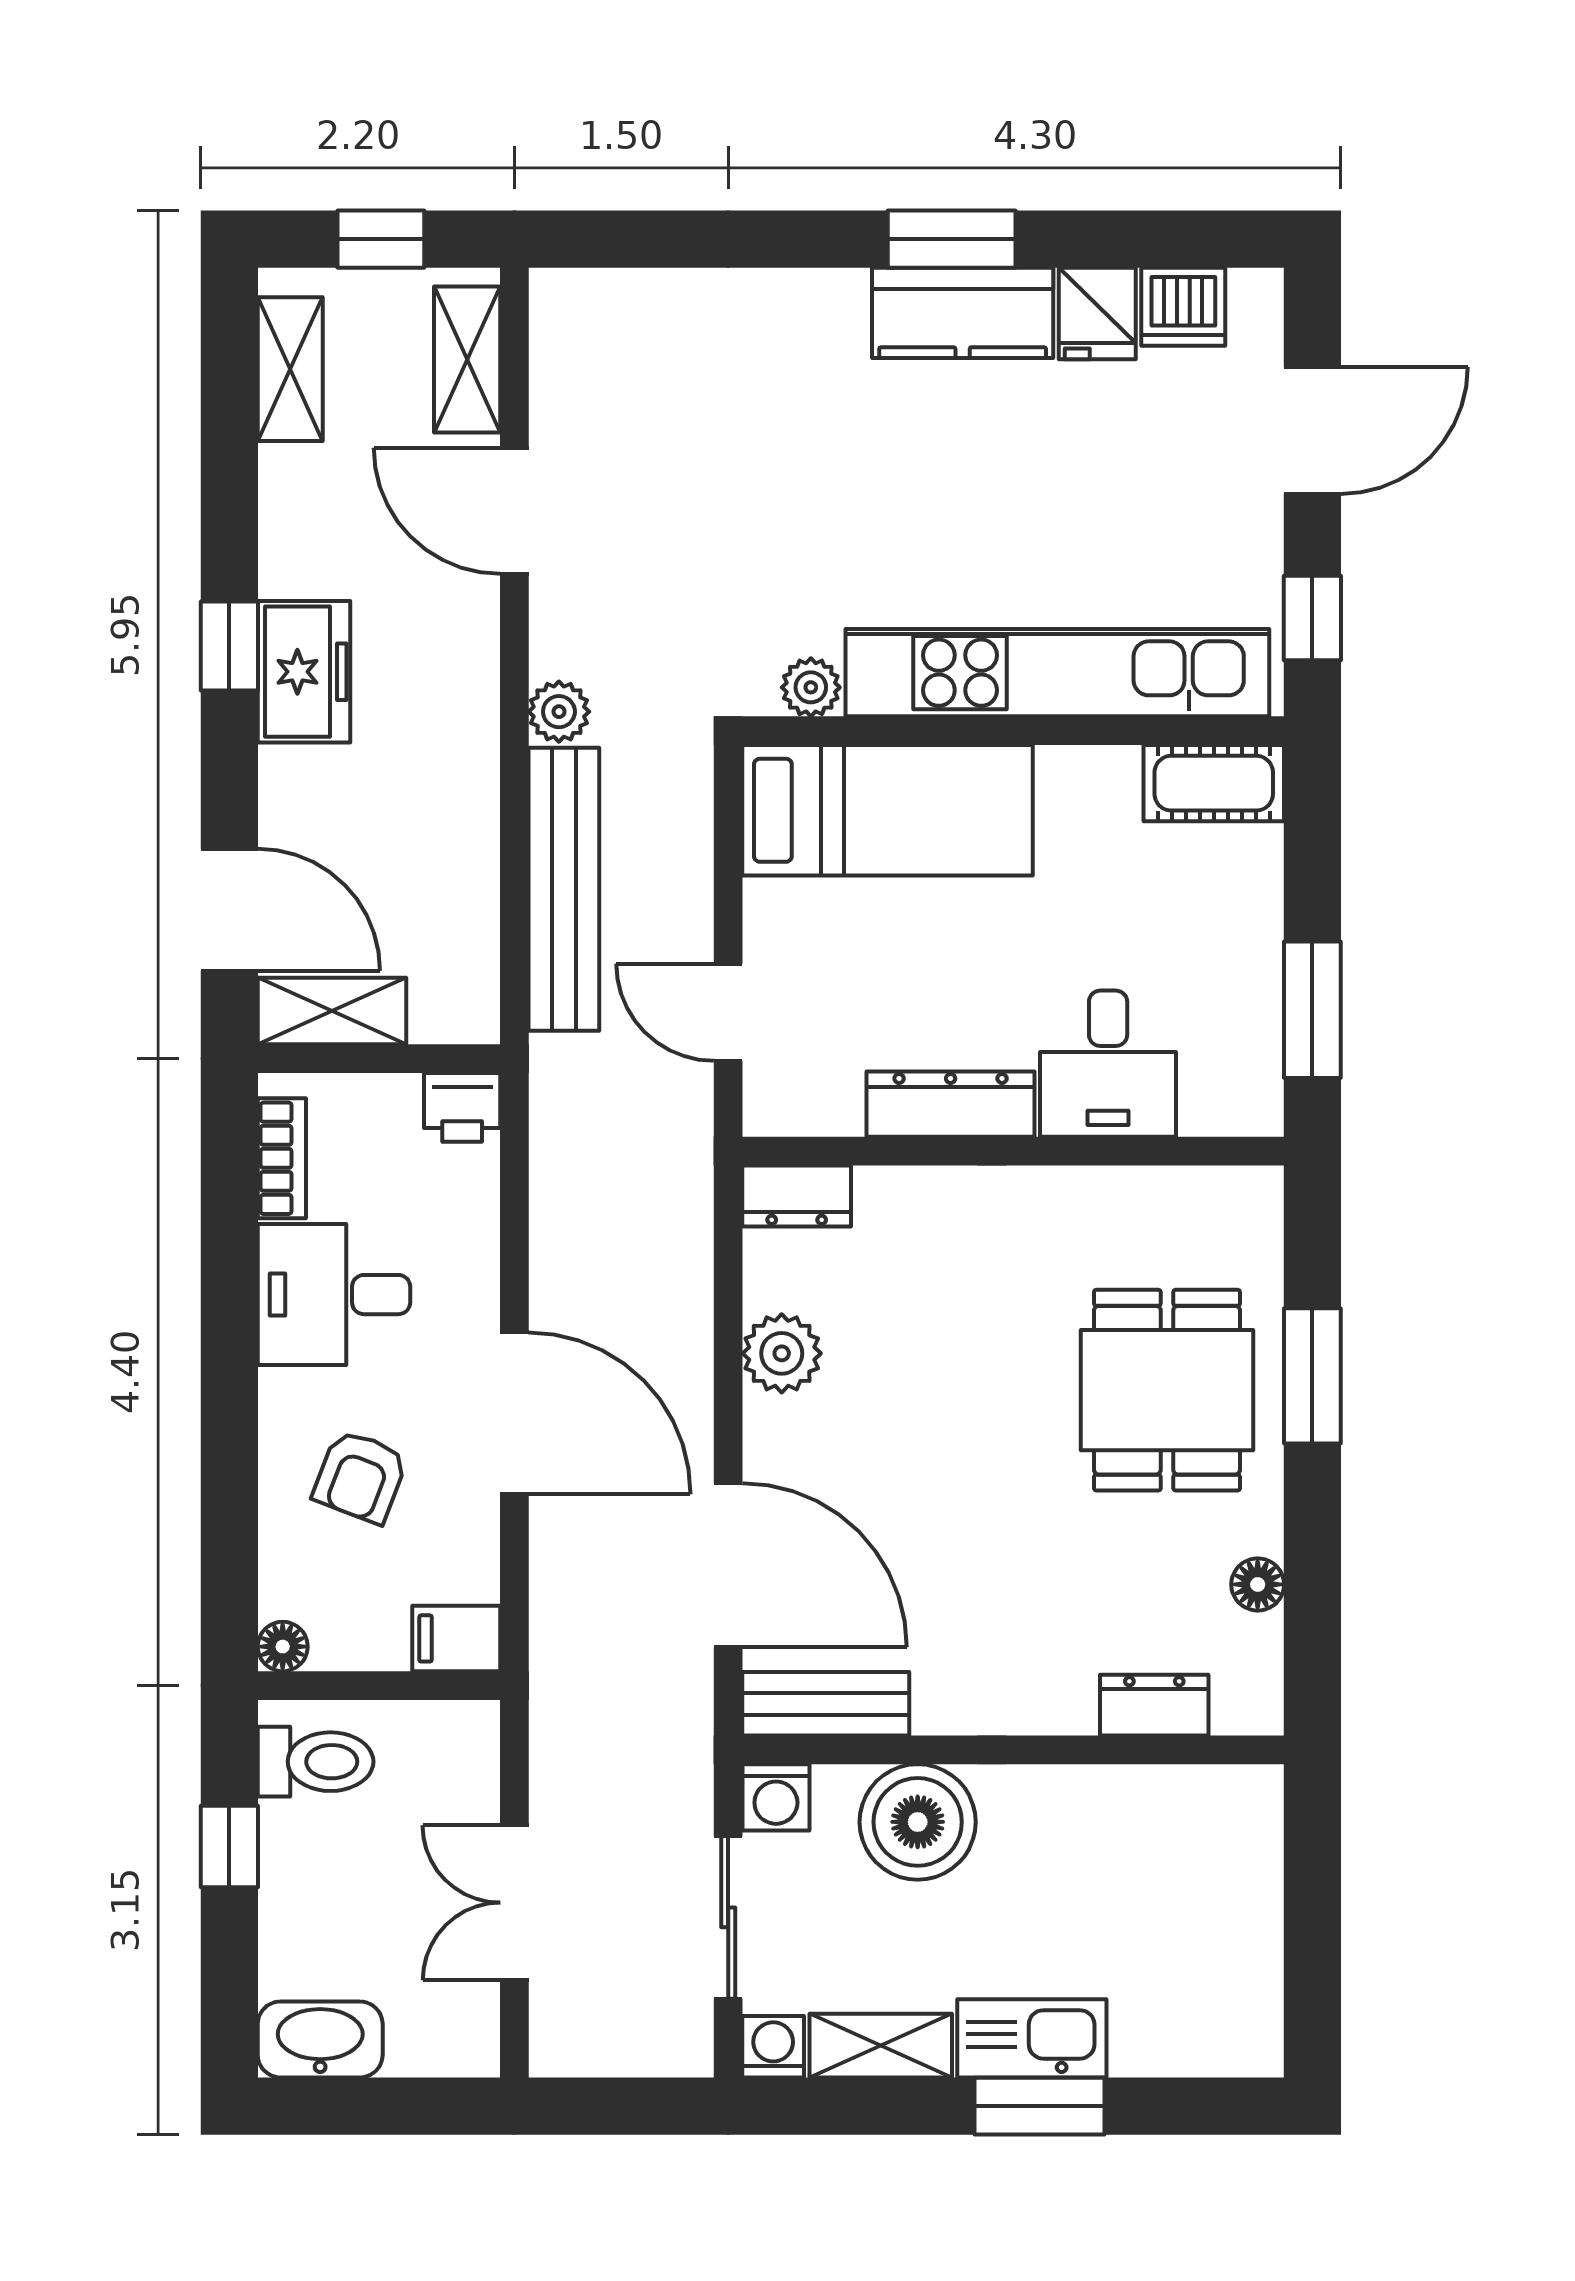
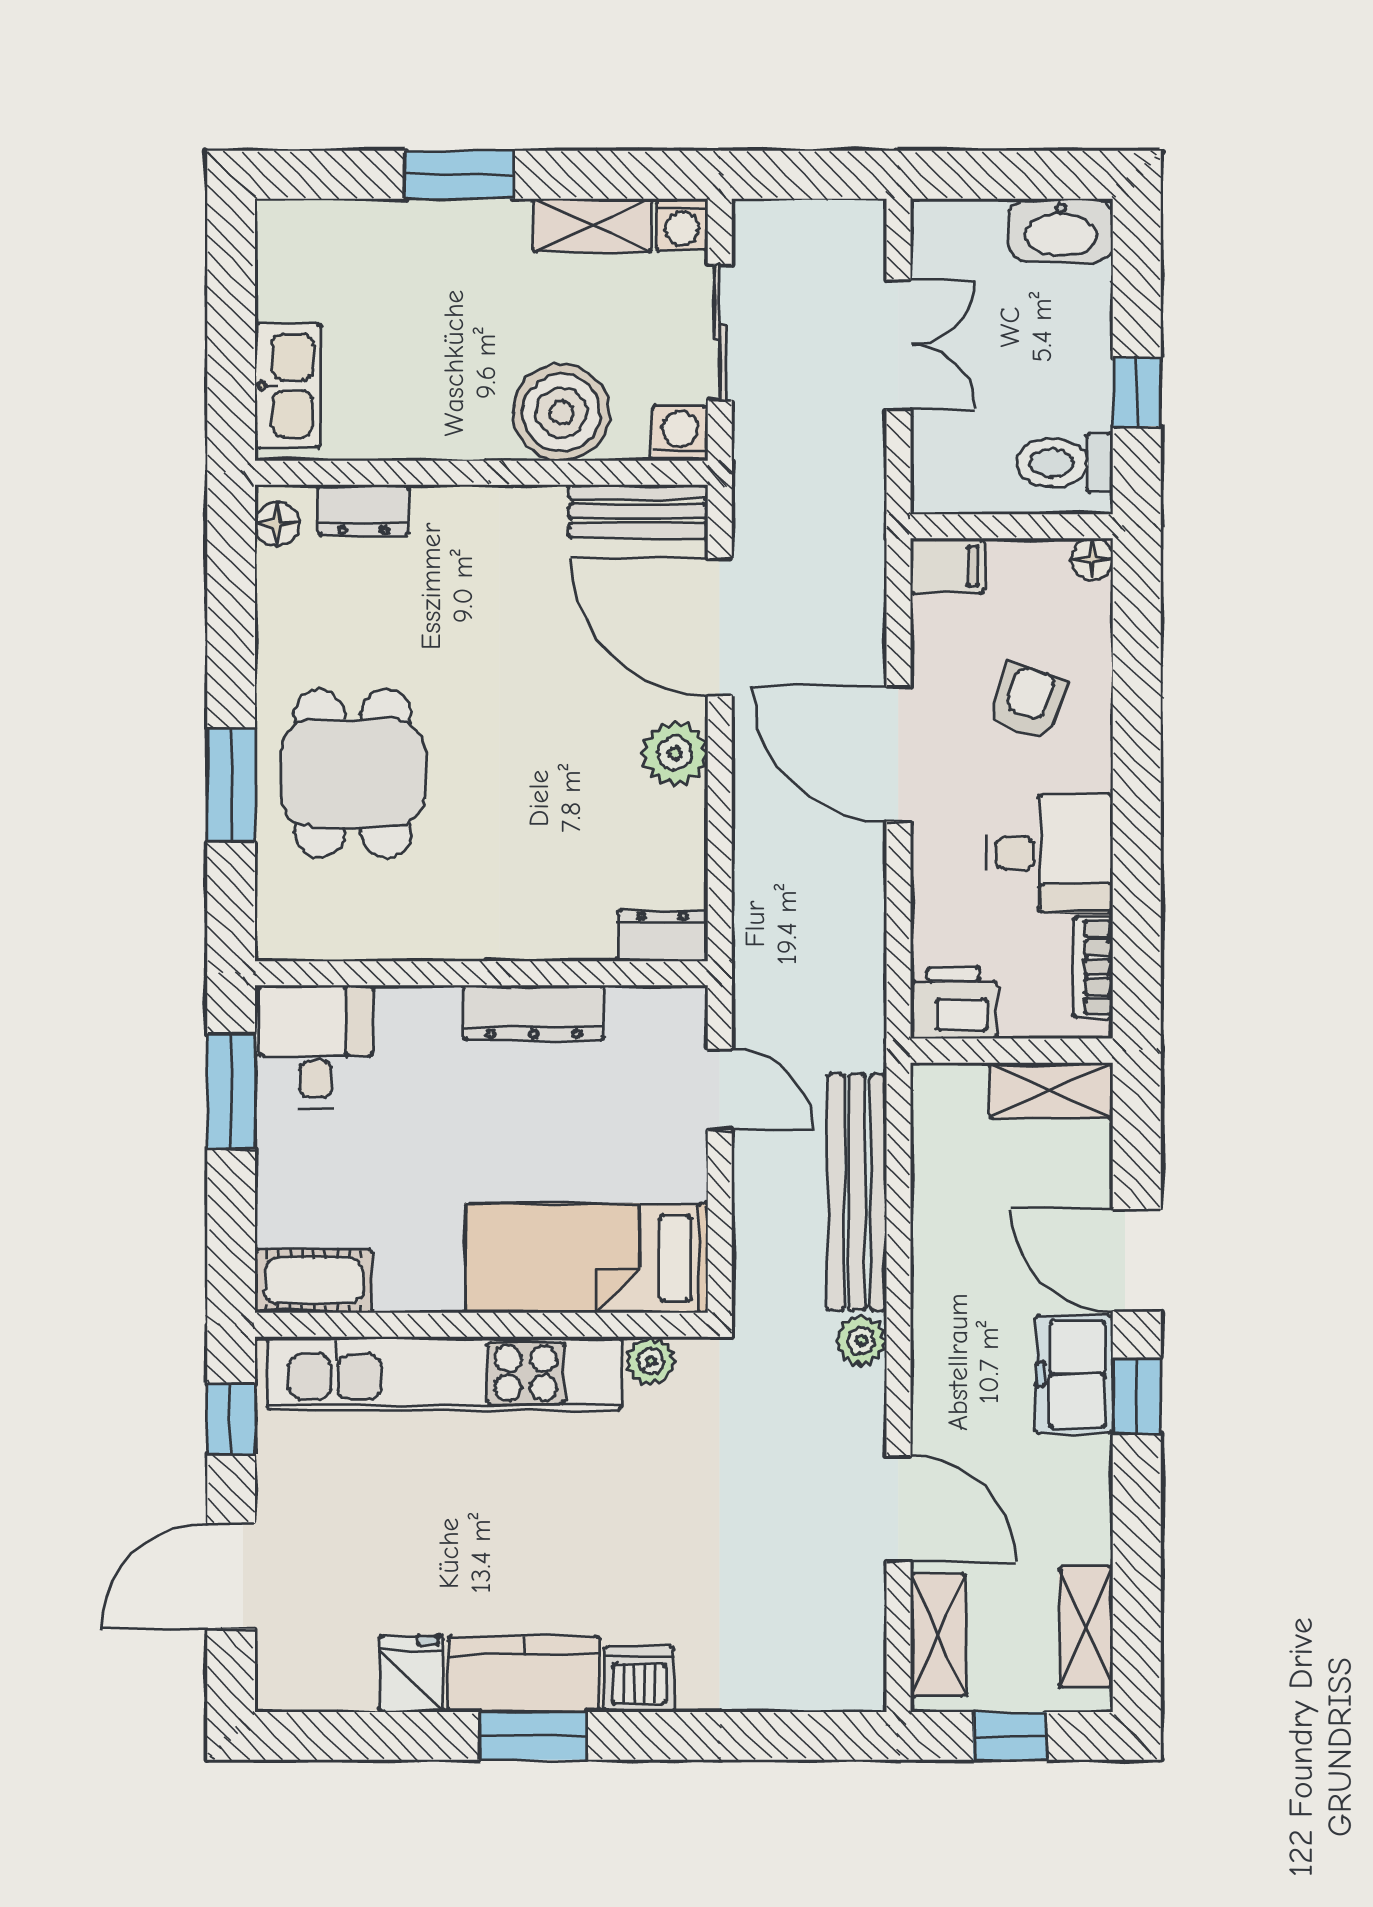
dishwasher: (1183, 307) -> (639, 1679), moved
door: (229, 910) -> (1137, 1260), moved
desk: (1108, 1064) -> (316, 1046), moved
printer: (462, 1107) -> (954, 1003), width x1.36, depth x1.24
plant: (782, 1353) -> (675, 753), moved
floor lamp: (1258, 1584) -> (277, 524), moved
kitchen sink: (1032, 2038) -> (288, 386), moved, turned -90

